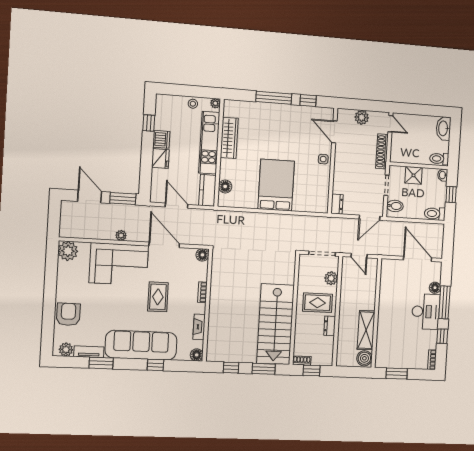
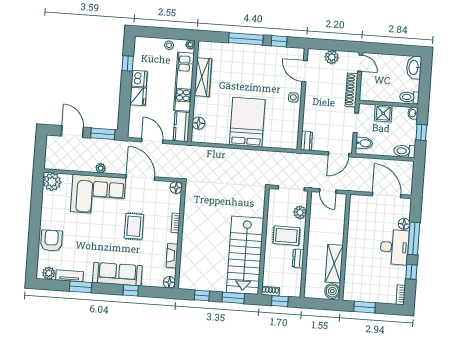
sofa: (141, 345) -> (117, 274), width x0.74, depth x0.79

